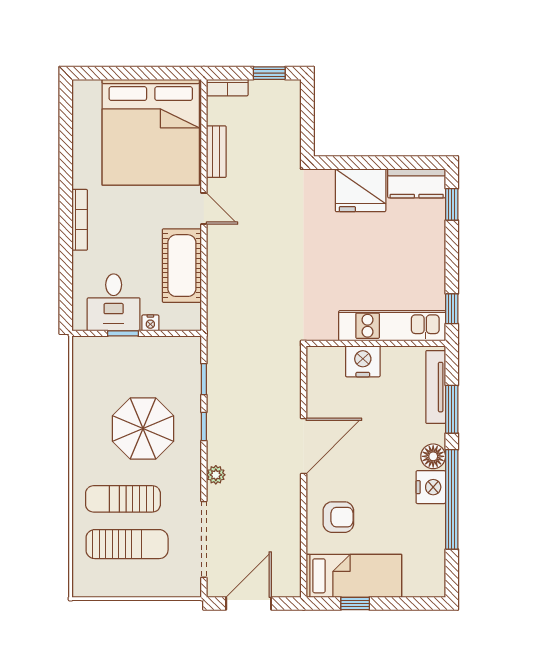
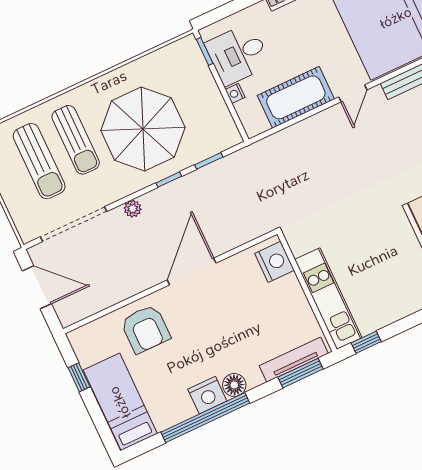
window: (123, 333) -> (205, 51), moved
nightstand: (363, 361) -> (274, 262), moved
window: (452, 409) -> (300, 373), moved
parasol: (143, 429) -> (143, 129), width x1.36, depth x1.36
door: (304, 446) -> (192, 271), swing flipped
sun lounger: (123, 499) -> (76, 140), turned 180
armchair: (338, 517) -> (145, 329), width x1.38, depth x1.38
bed: (354, 576) -> (120, 402), moved, turned 180

